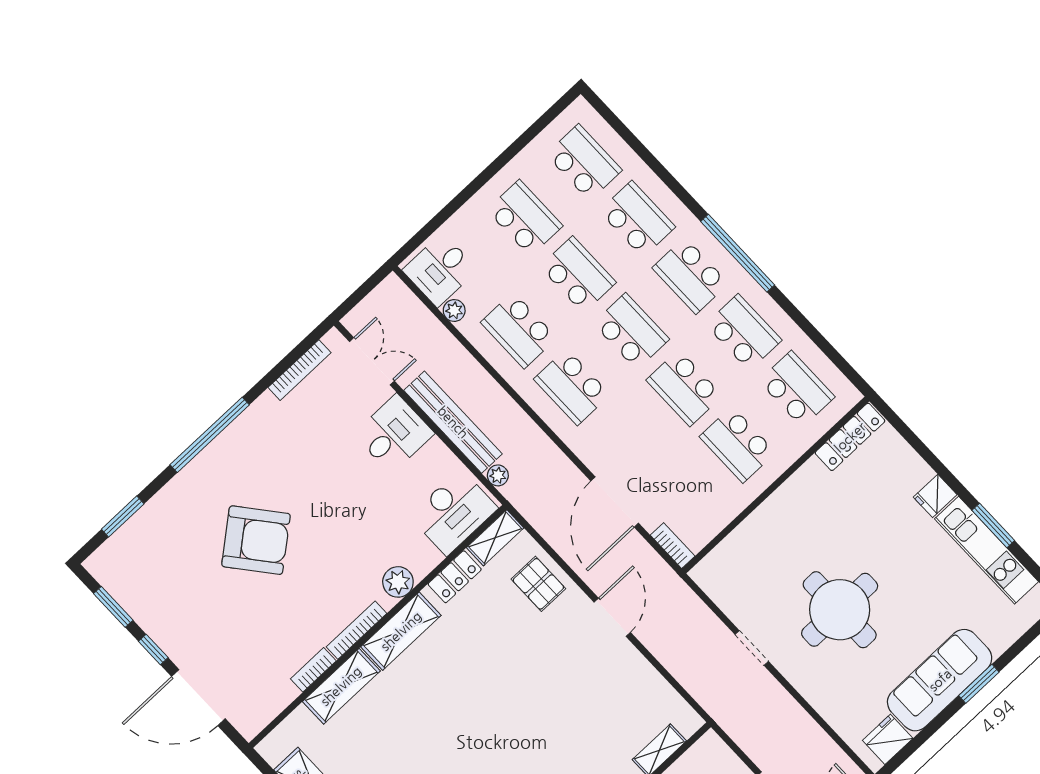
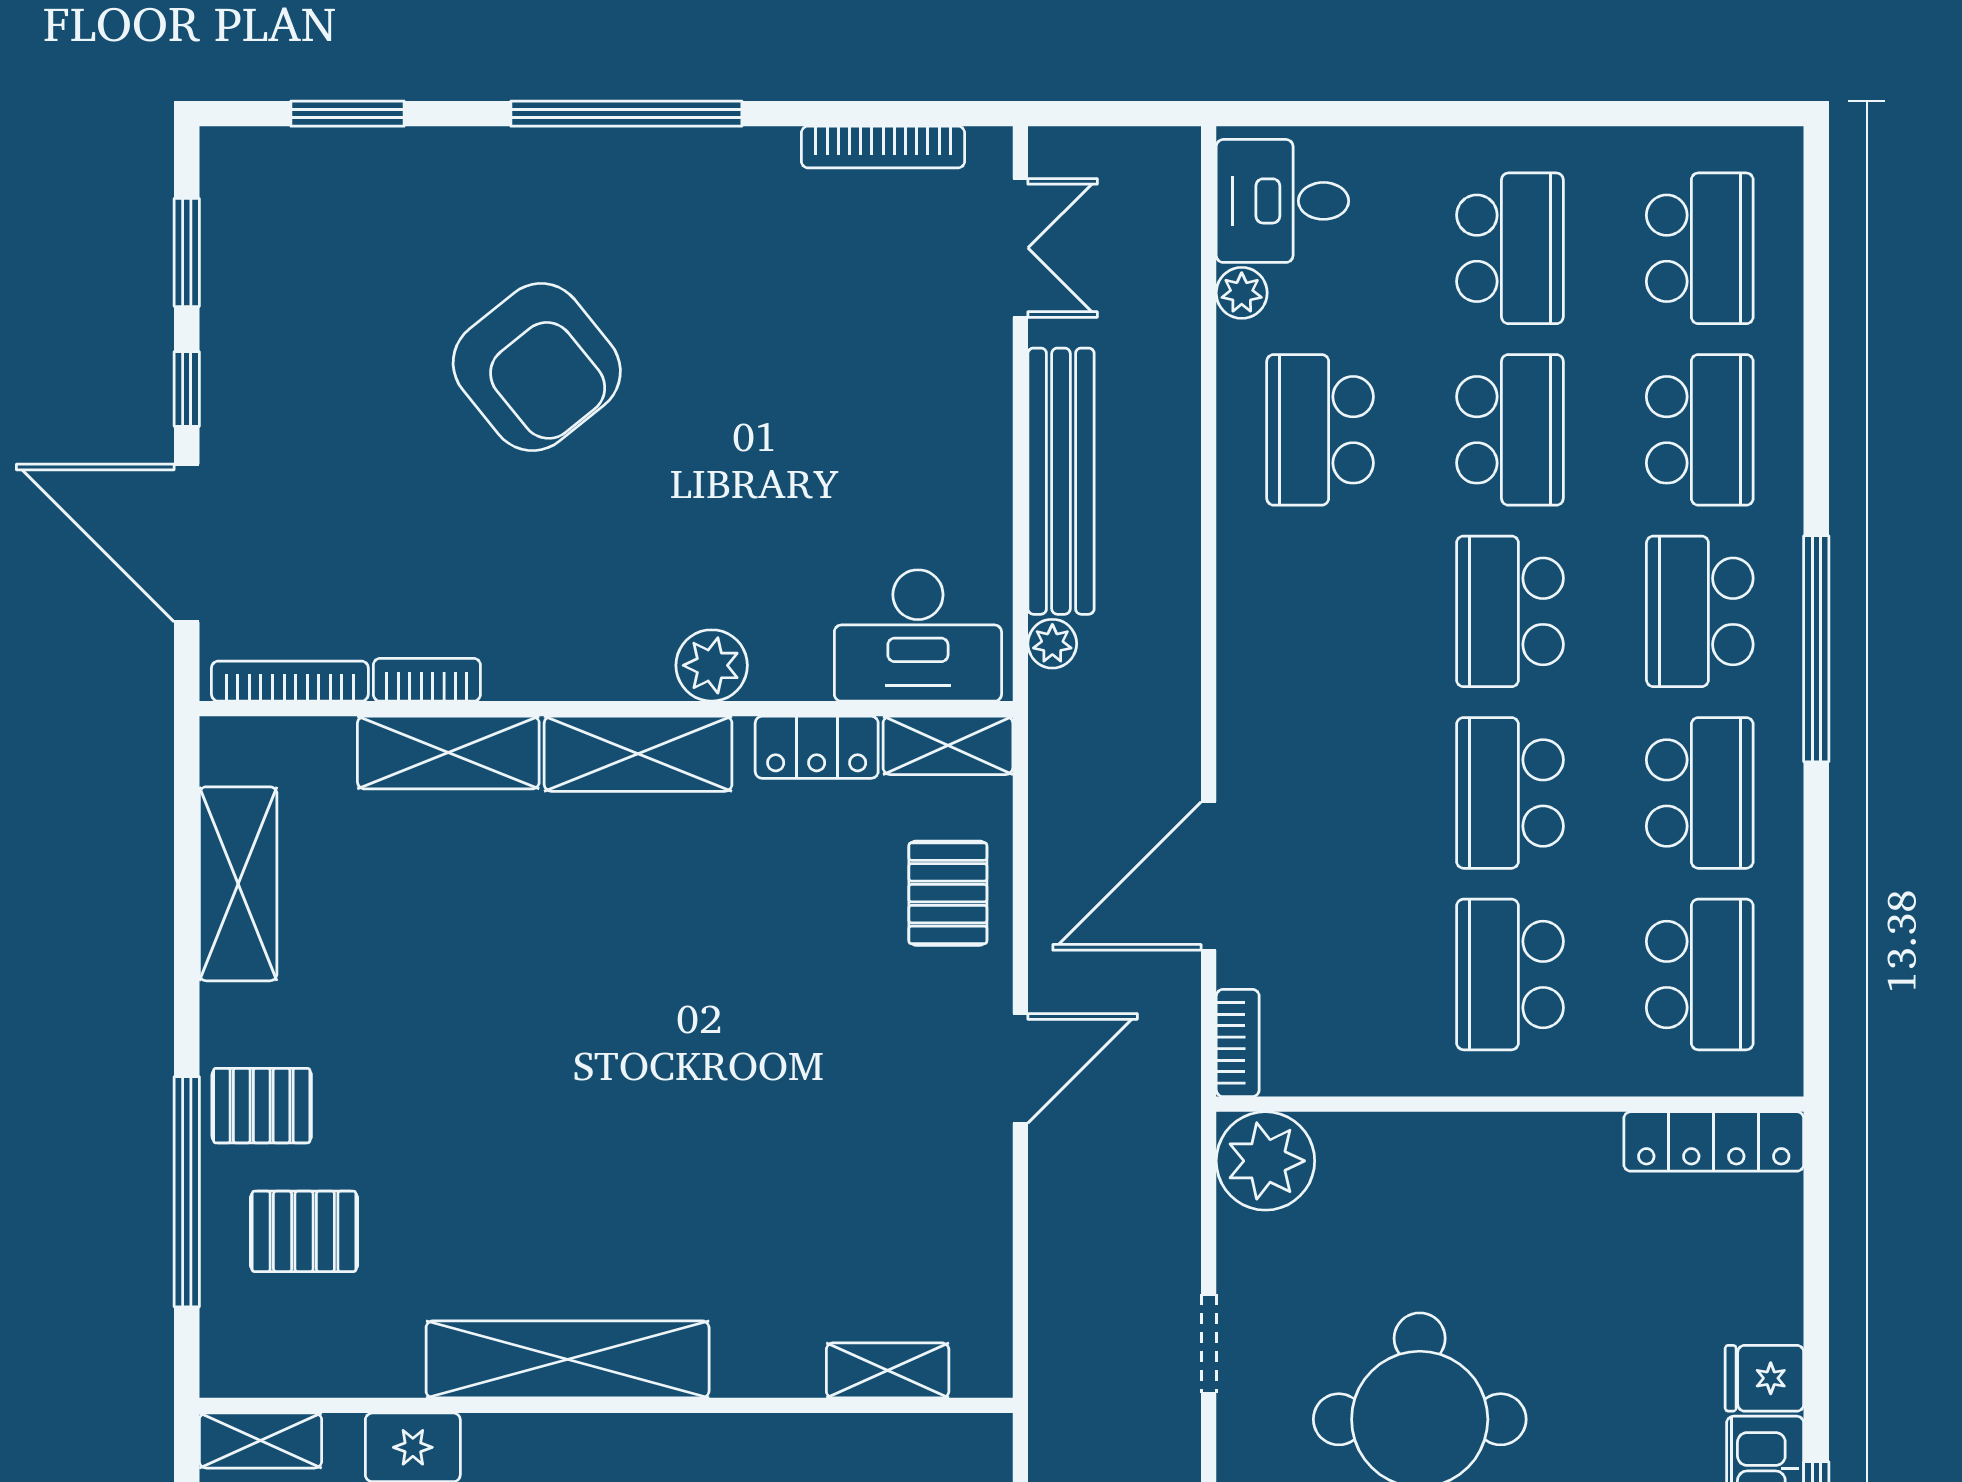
school desk: (631, 331) -> (1510, 611), turned 180
school desk: (572, 387) -> (1320, 611), removed
desk: (394, 434) -> (942, 406), removed
plant: (716, 574) -> (1265, 1161), added
bookcase: (356, 630) -> (290, 681), moved

